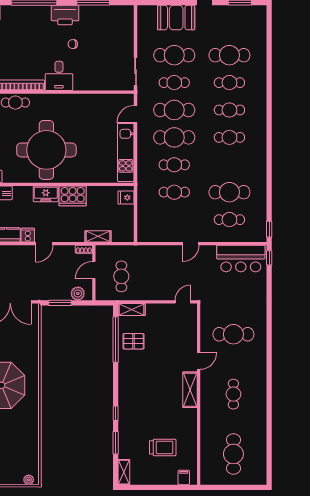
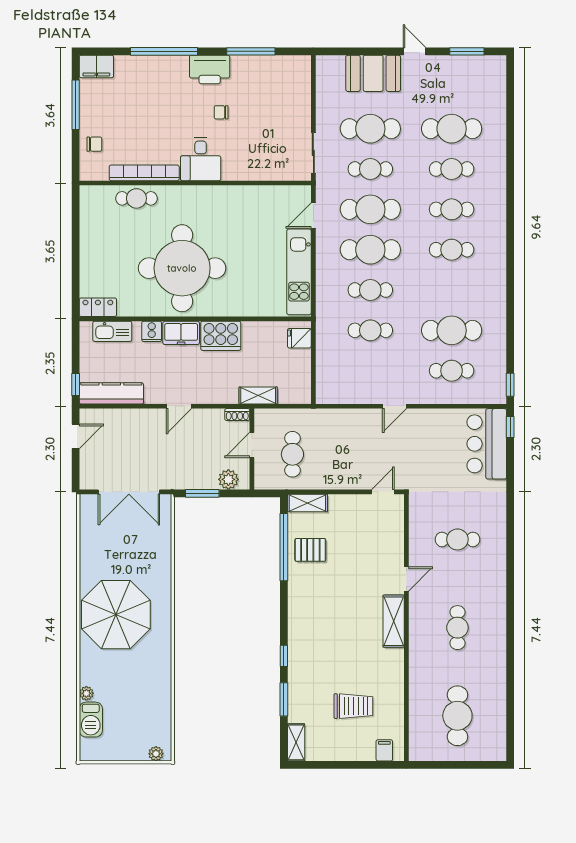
cooker: (28, 235) -> (152, 331), moved, turned 180
bar counter: (241, 259) -> (487, 444), moved, turned 90
cafe table: (233, 334) -> (457, 539), width x0.73, depth x0.74

